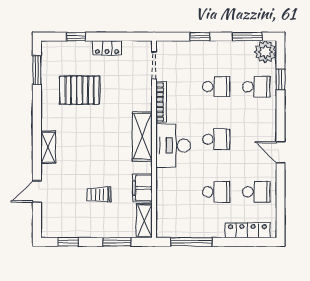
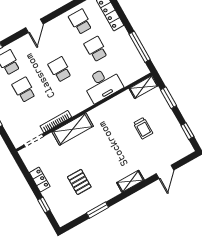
window: (37, 70) -> (97, 210), moved
pallet: (79, 90) -> (79, 182), width x0.67, depth x0.71
shelving: (142, 136) -> (73, 129), moved
desk: (173, 146) -> (103, 84), moved
door: (280, 152) -> (34, 26), moved
filing cabinet: (142, 188) -> (122, 101), removed
door: (37, 191) -> (165, 172), hinge flipped

